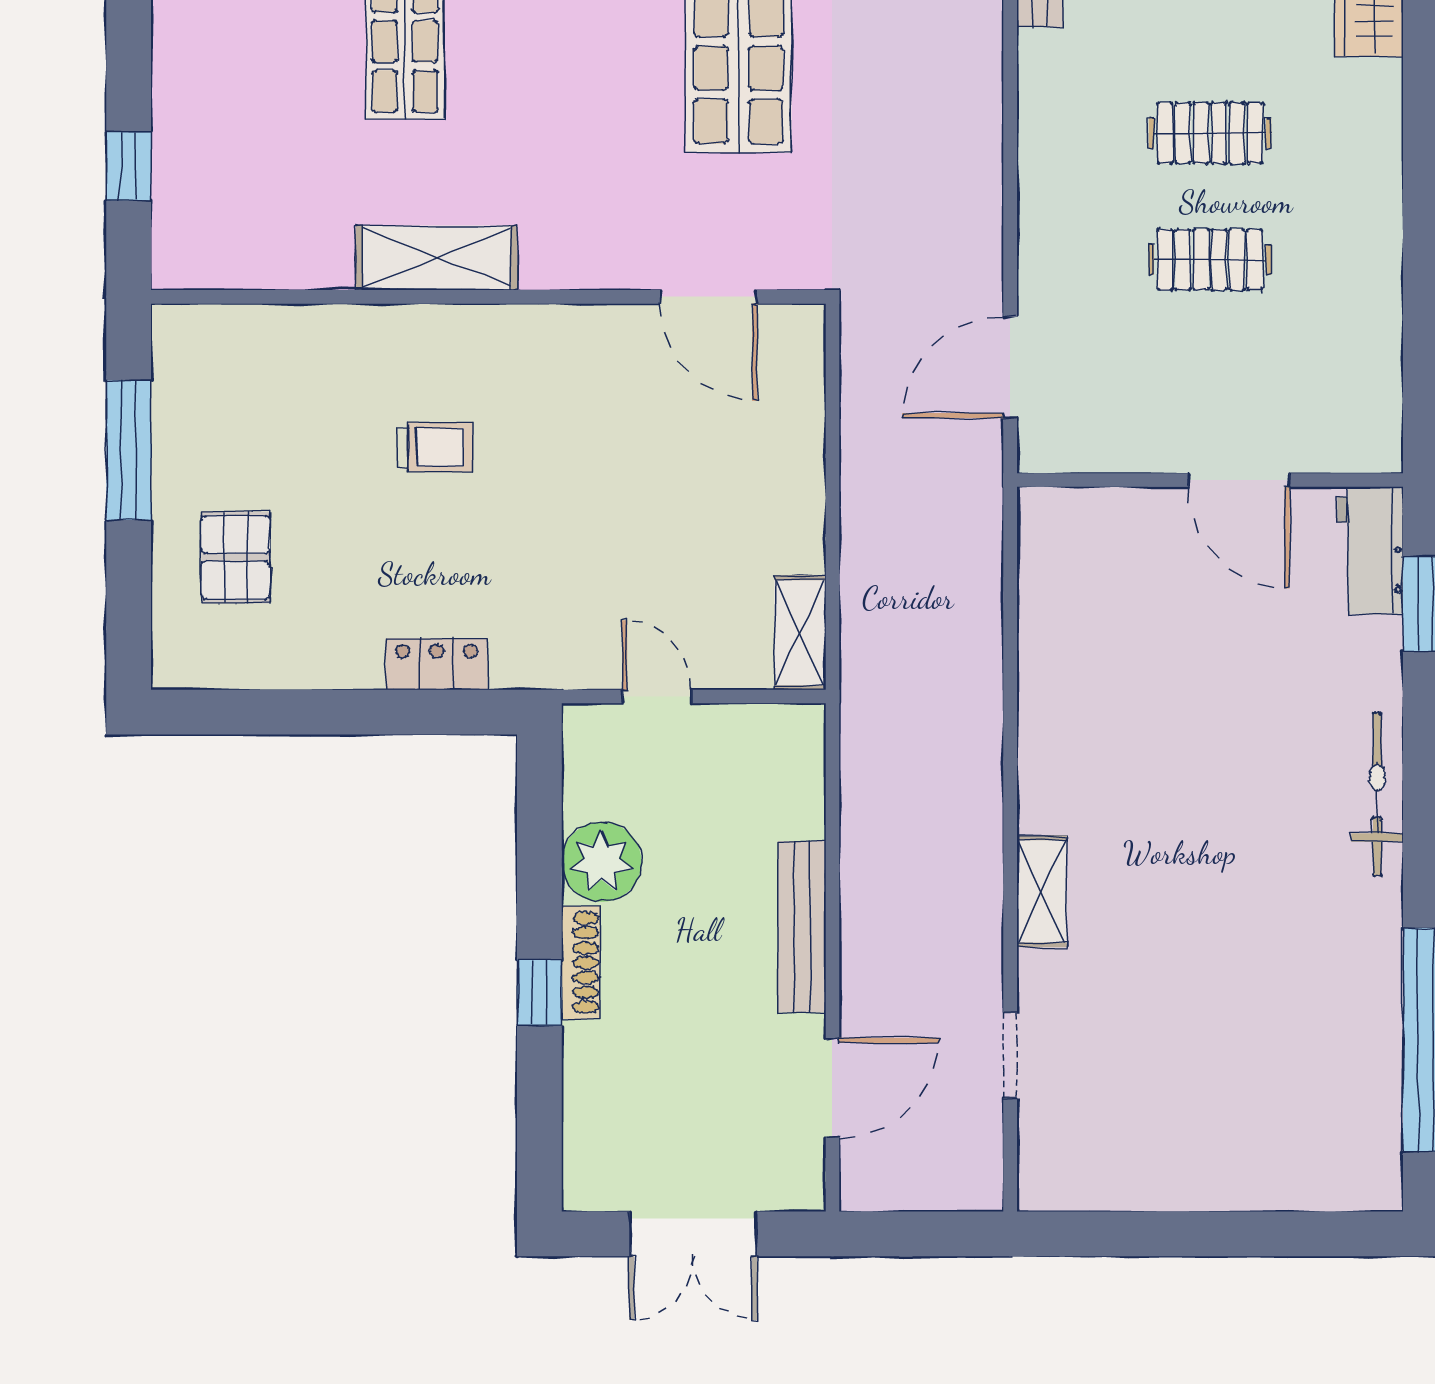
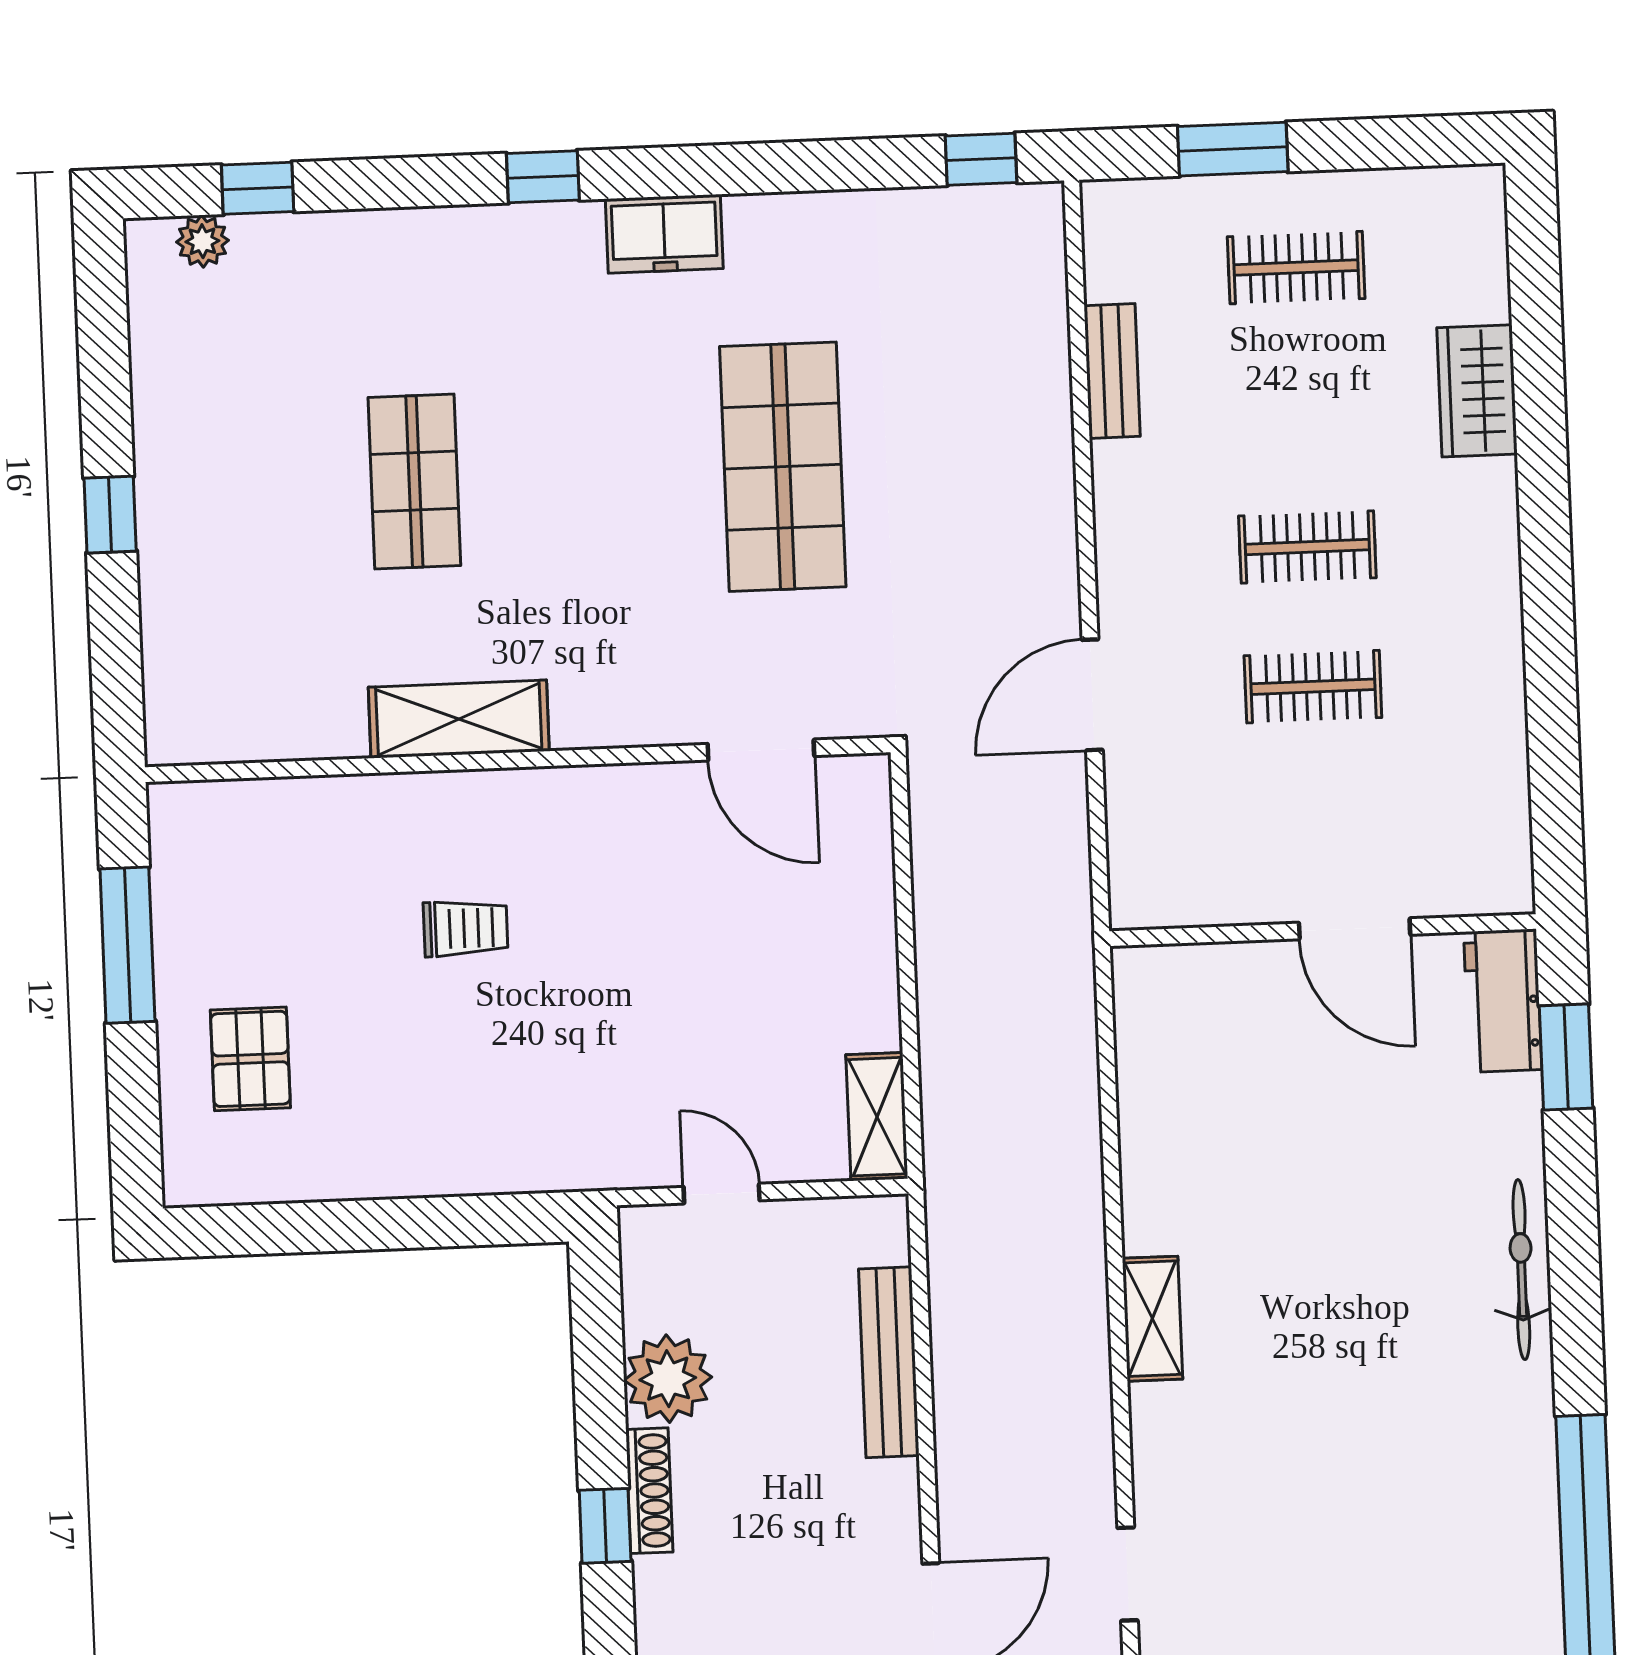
window: (129, 166) -> (110, 515), moved
door: (1010, 368) -> (1092, 695), moved
locker: (437, 664) -> (477, 1168), removed
shelving: (1042, 891) -> (1152, 1319), moved
bench: (802, 927) -> (889, 1362), moved

